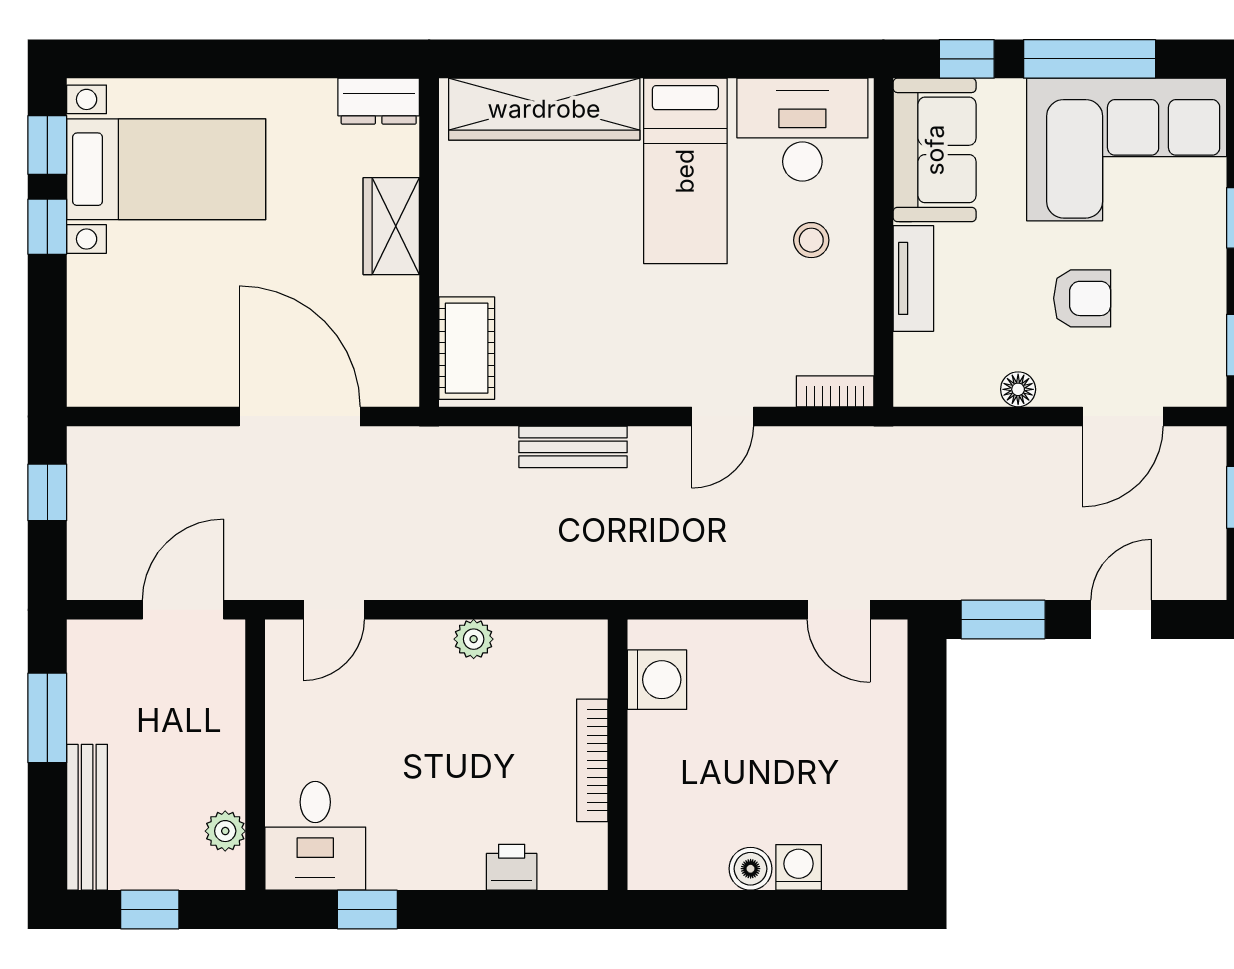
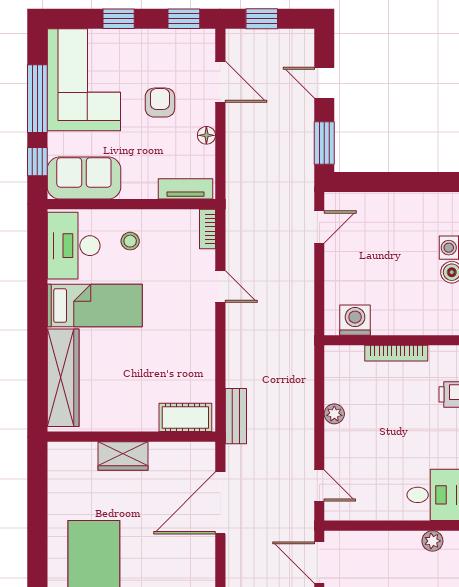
dresser: (379, 101) -> (59, 462), removed
tv unit: (913, 278) -> (185, 189), moved
bench: (573, 447) -> (236, 416), moved

